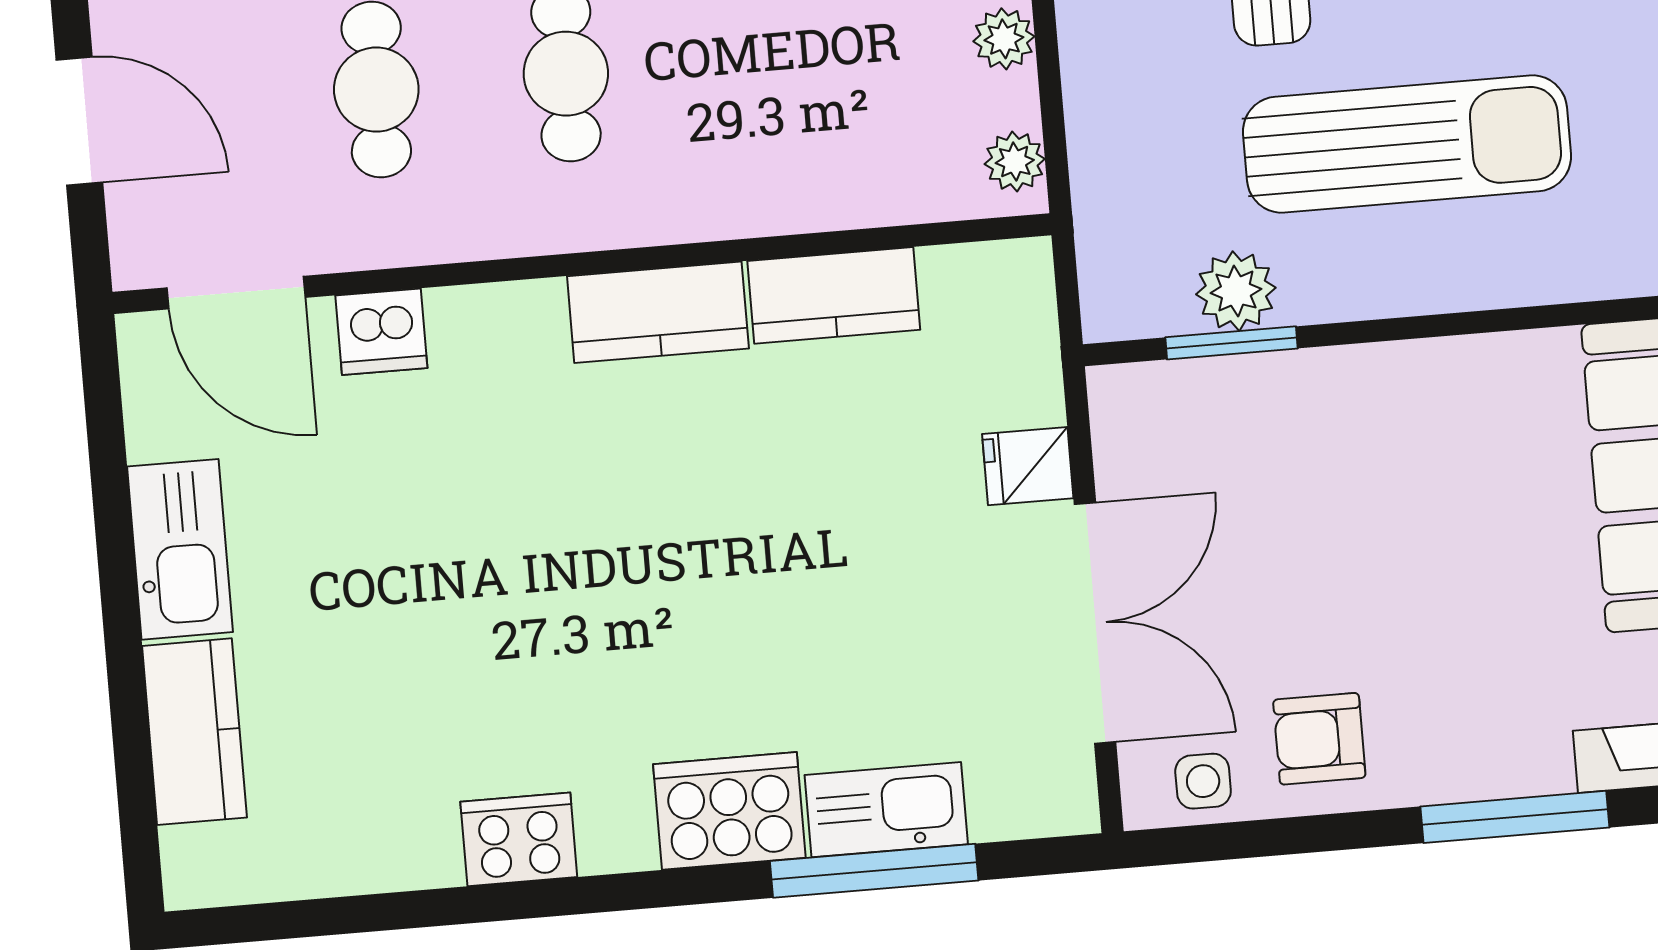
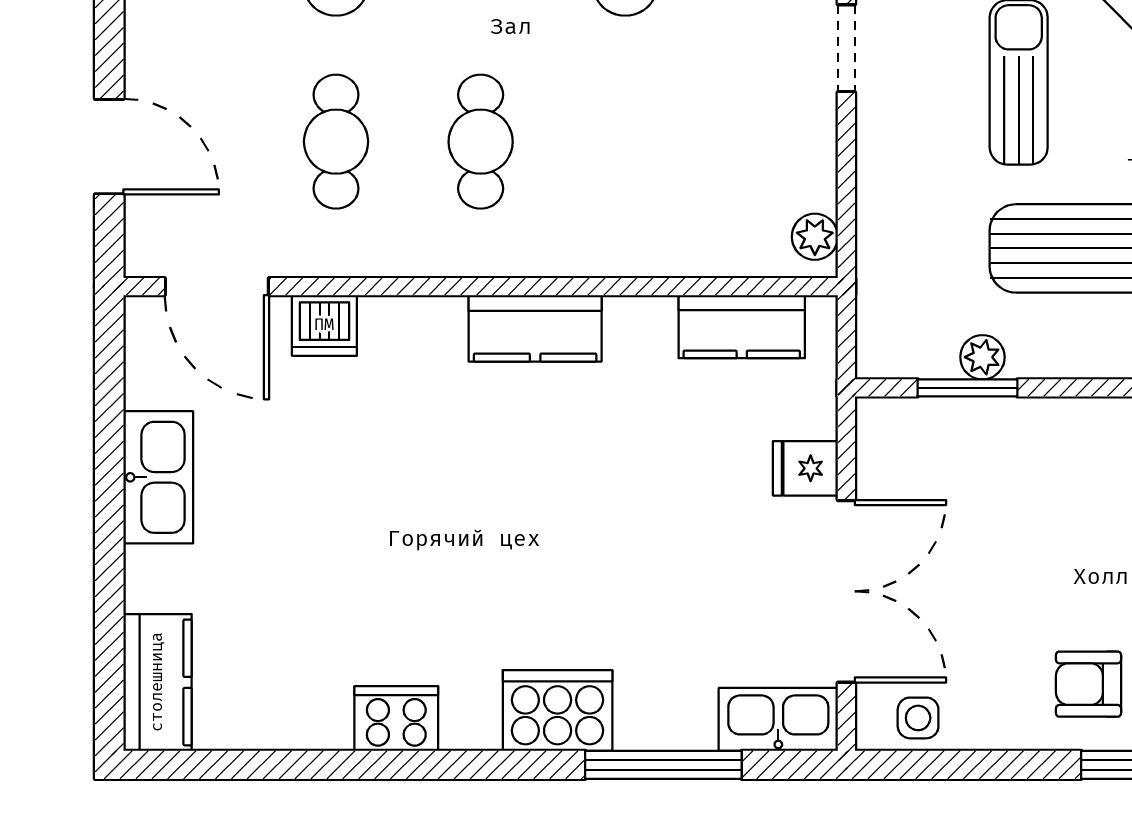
plant: (1004, 39) -> (814, 143), removed
plant: (1236, 291) -> (982, 357), width x0.73, depth x0.73
kitchen counter: (834, 295) -> (742, 327), moved
kitchen counter: (194, 732) -> (157, 682), moved
armchair: (1319, 739) -> (1089, 684), moved
kitchen sink: (886, 810) -> (778, 719), moved

